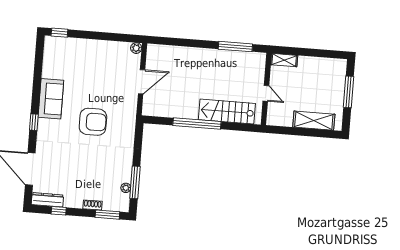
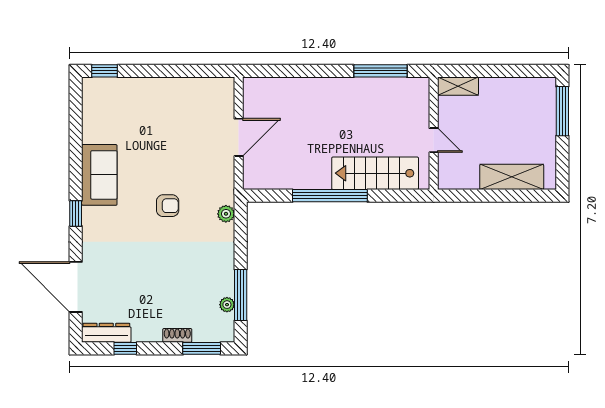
plant: (136, 48) -> (226, 214), moved
window: (349, 92) -> (562, 111), moved
armchair: (93, 122) -> (168, 206), width x0.53, depth x0.53

